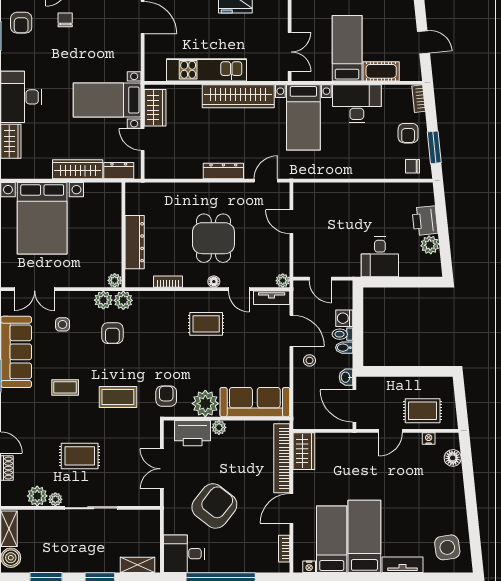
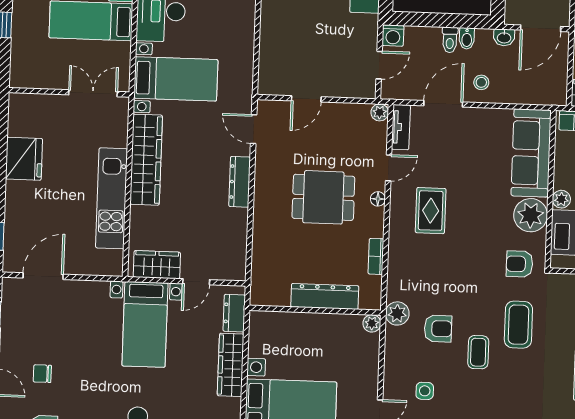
plant: (103, 300) -> (396, 338), removed
washing machine: (344, 318) -> (393, 36), moved
coffee table: (65, 387) -> (478, 352), moved

